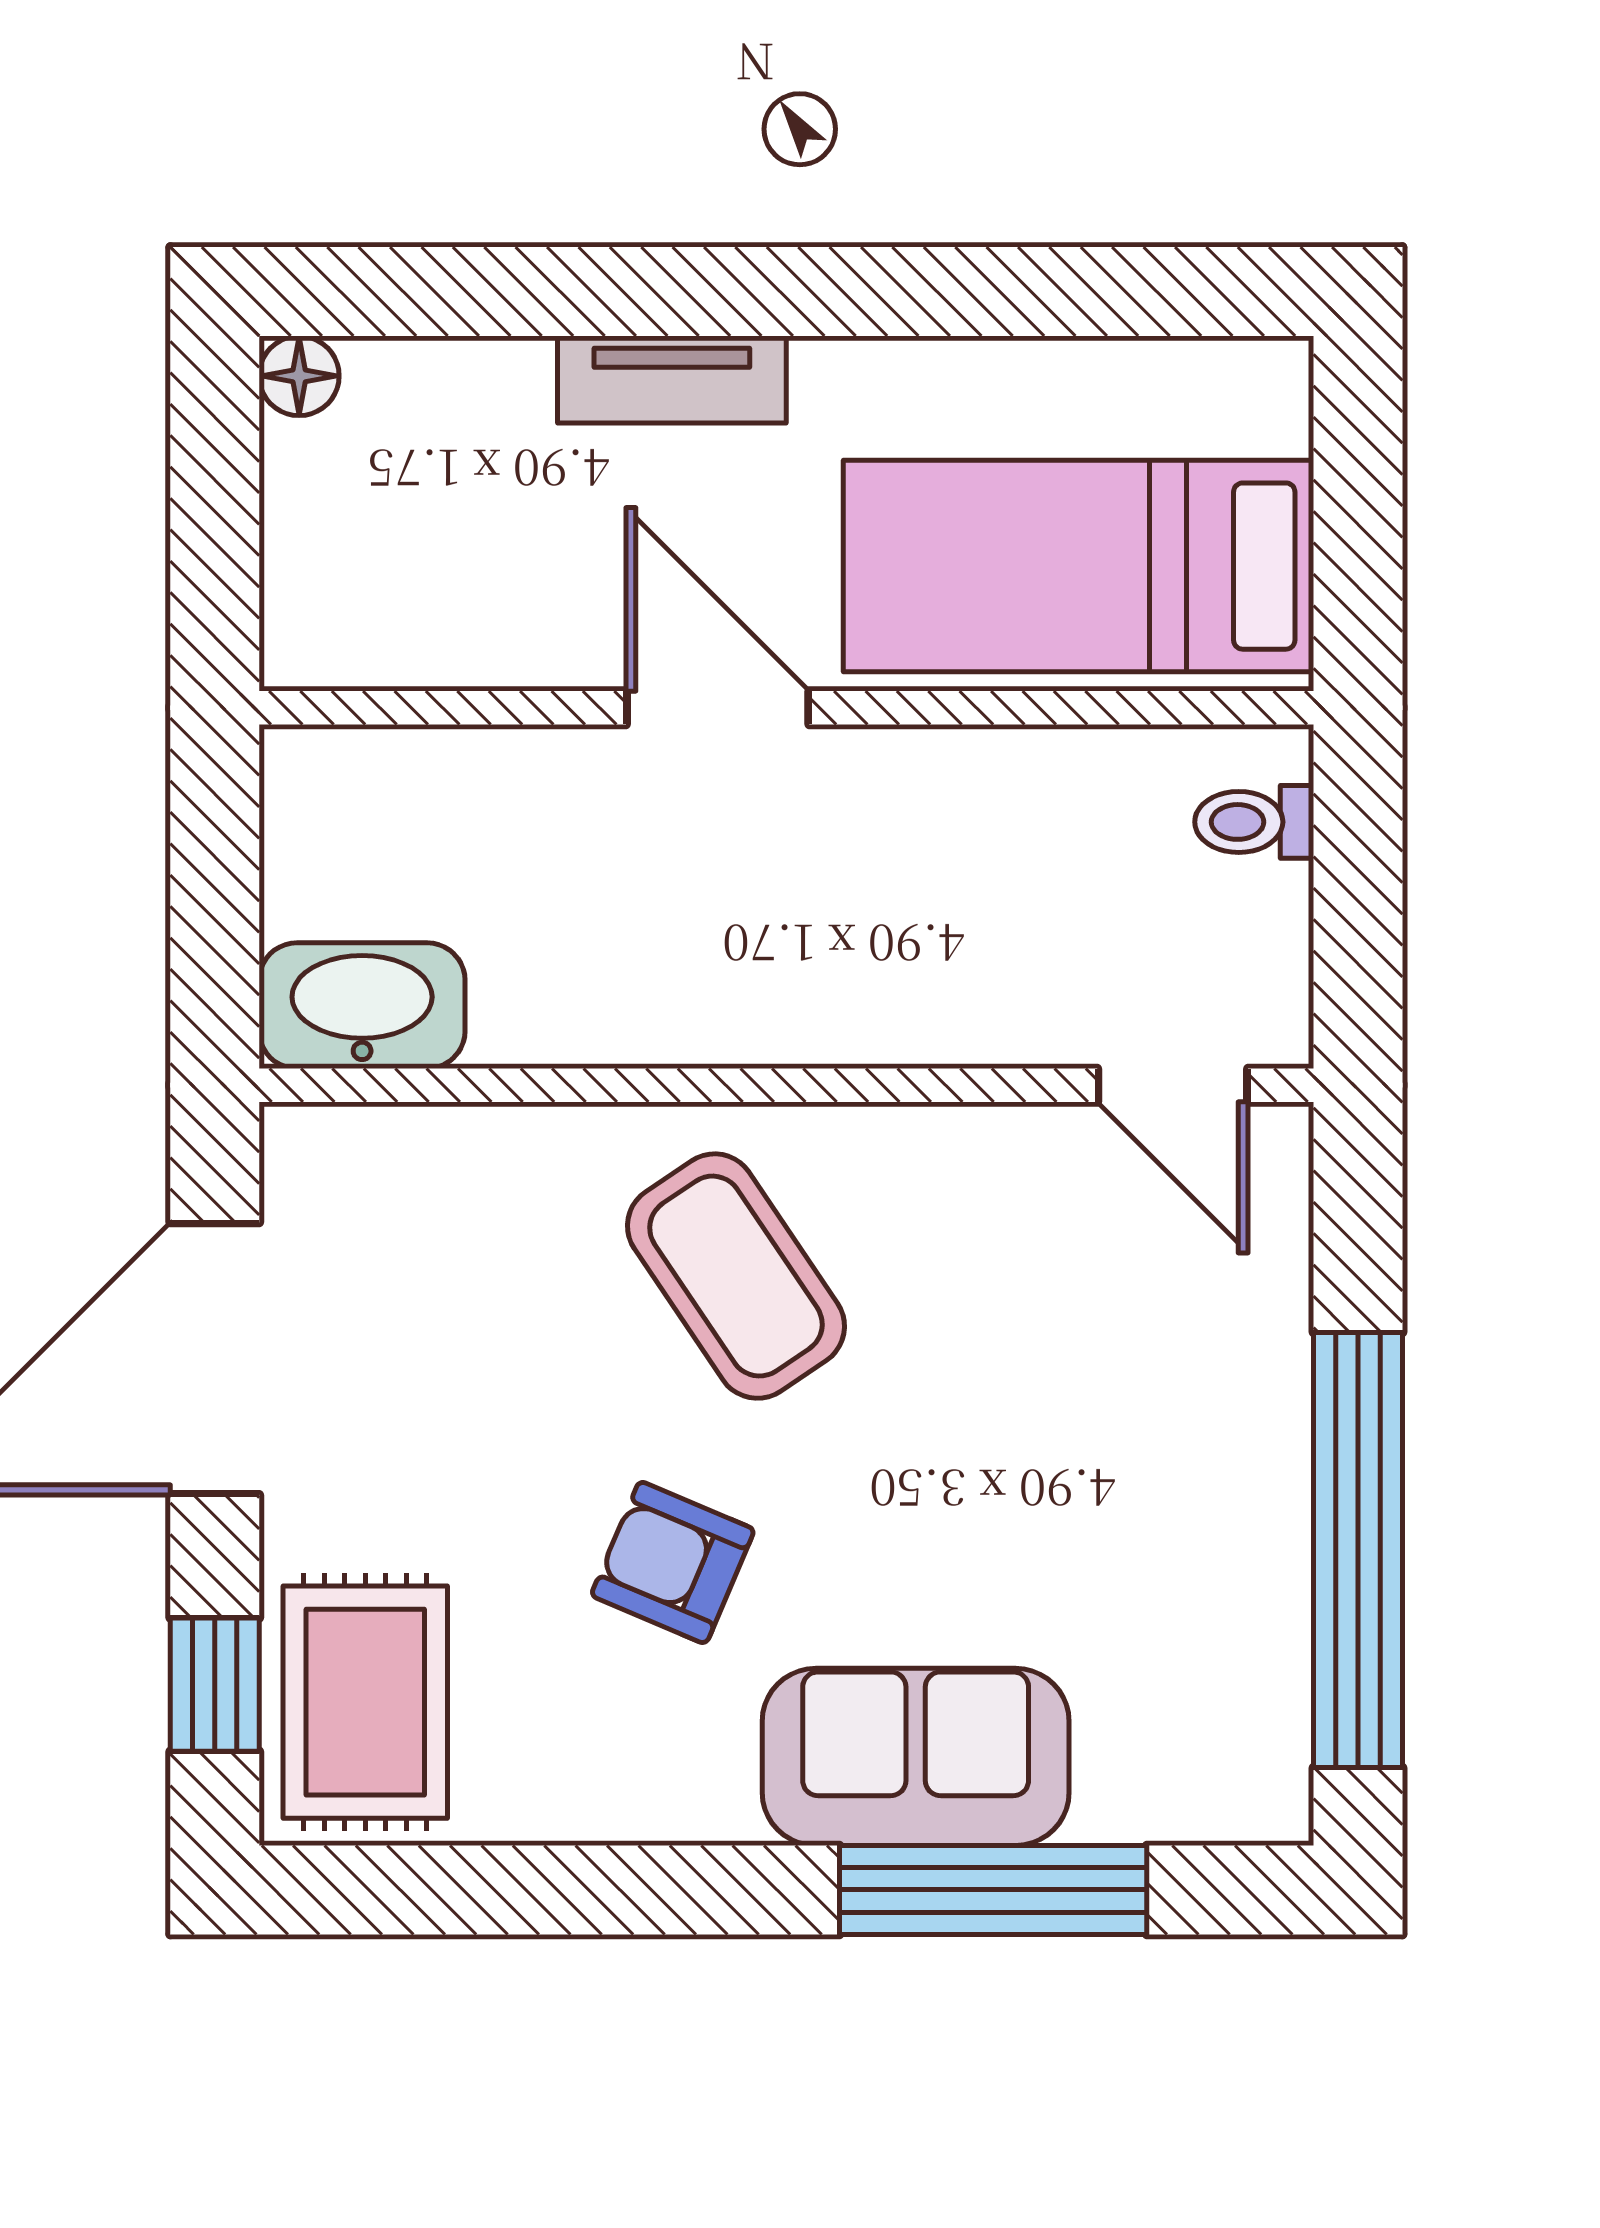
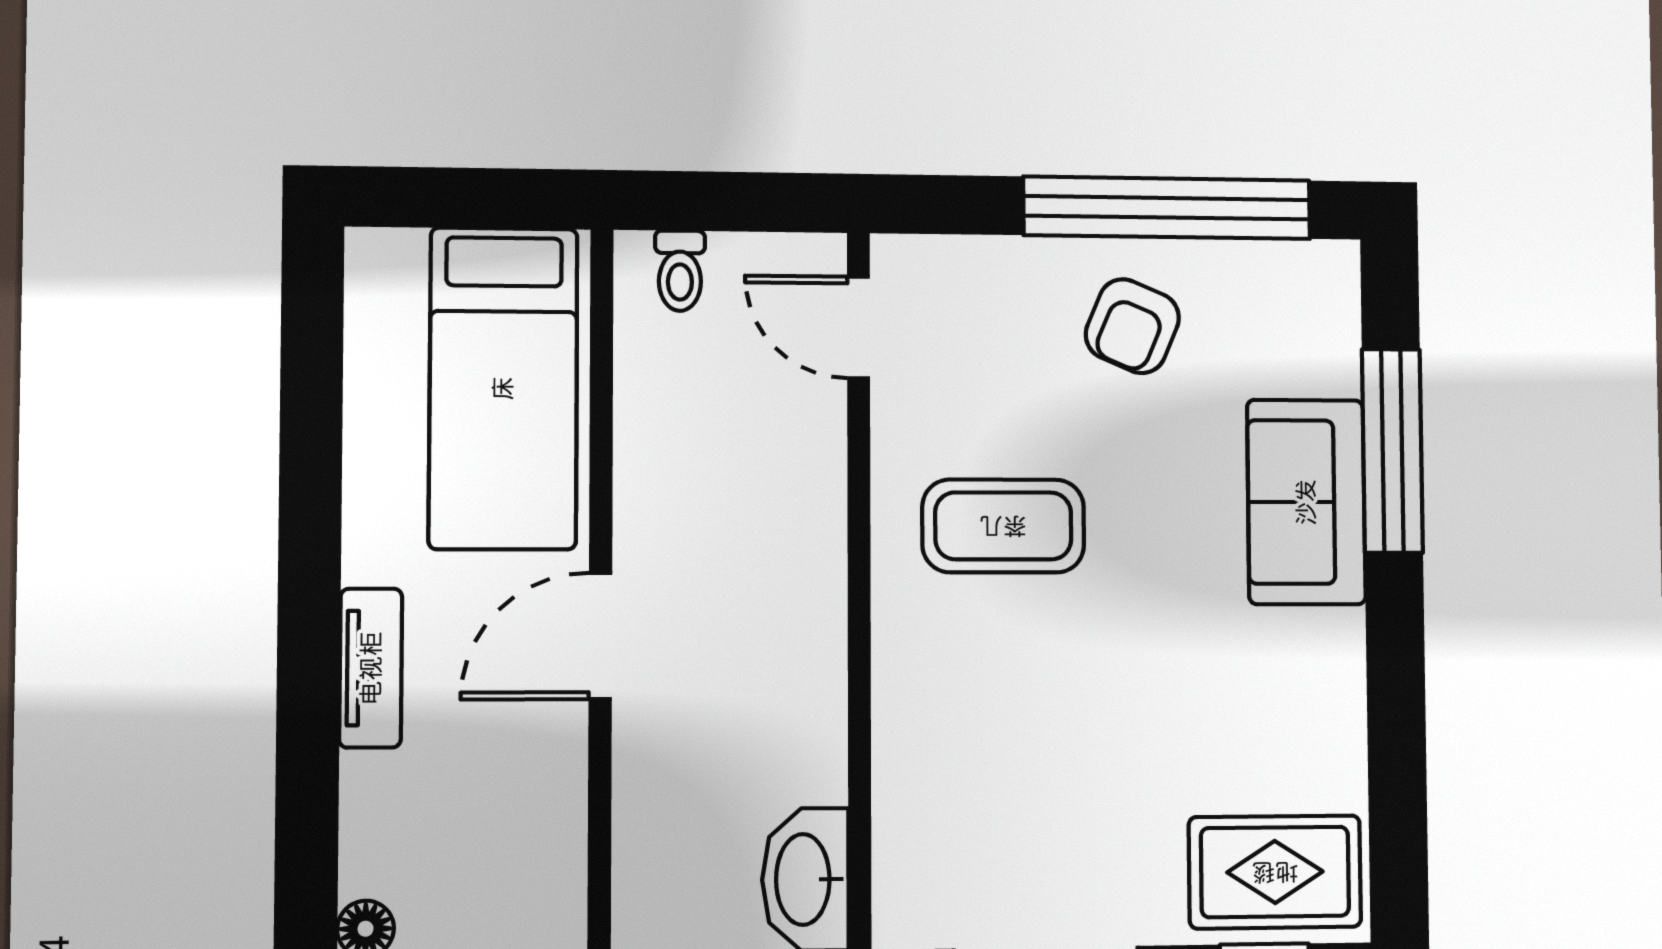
door: (1173, 1085) -> (859, 327), swing flipped
coffee table: (736, 1276) -> (1003, 526), moved, turned 34
armchair: (673, 1562) -> (1132, 326), moved

